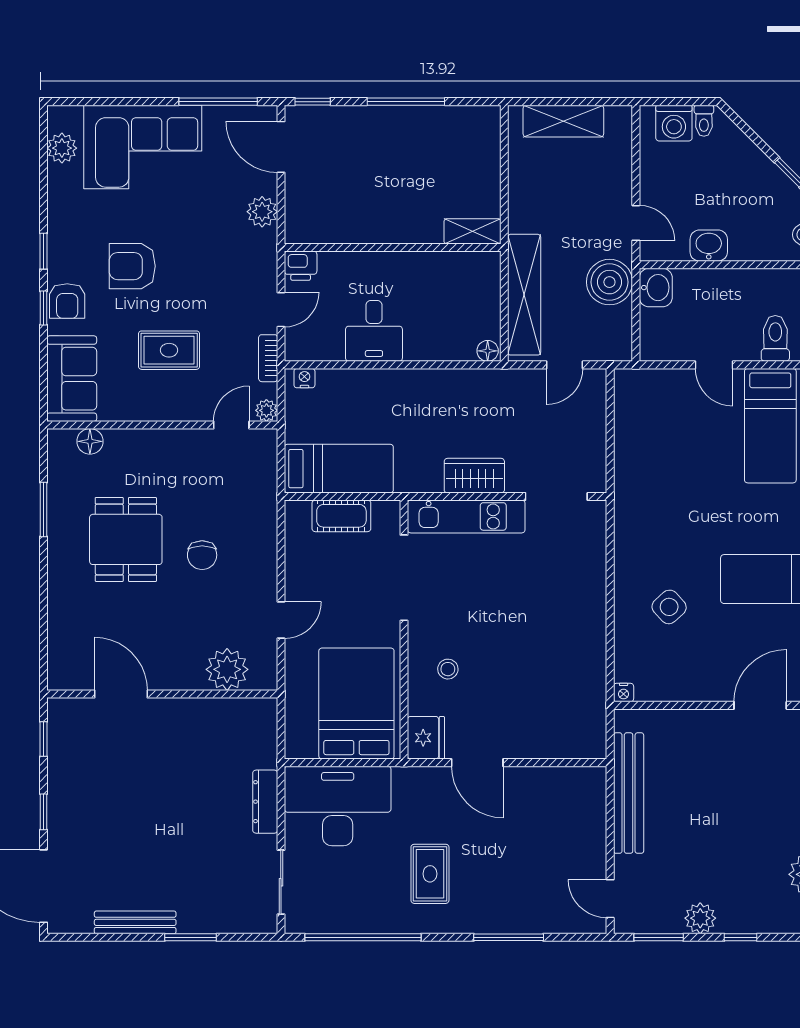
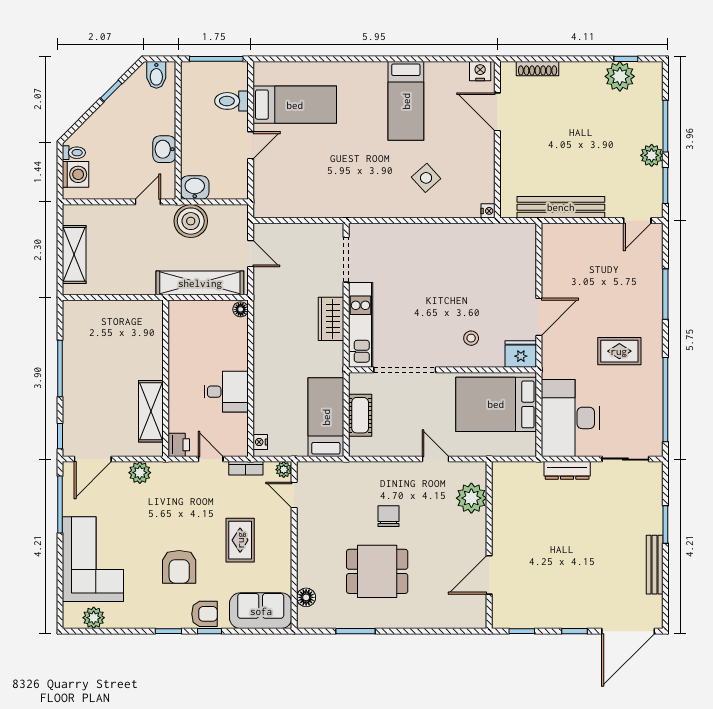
shelving: (472, 231) -> (151, 411), moved, width x1.50, depth x1.33
chair: (202, 555) -> (388, 516), turned -90
window: (741, 937) -> (665, 126), width x2.17

